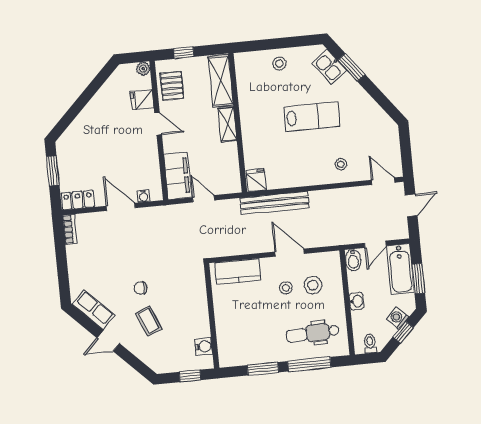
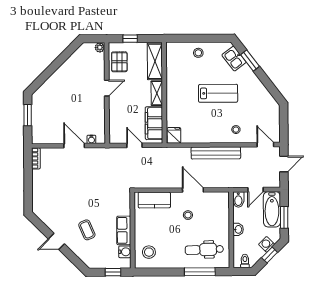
fridge: (142, 100) -> (97, 70), removed
door: (158, 124) -> (107, 88), hinge flipped
filing cabinet: (178, 176) -> (154, 123), moved, turned 180
locker: (78, 200) -> (44, 138), removed
bench: (275, 203) -> (216, 153), moved
stool: (313, 285) -> (149, 252), moved
chair: (141, 288) -> (83, 205), removed
row of seats: (94, 310) -> (124, 230), moved, turned -135
window: (263, 369) -> (166, 272), removed

